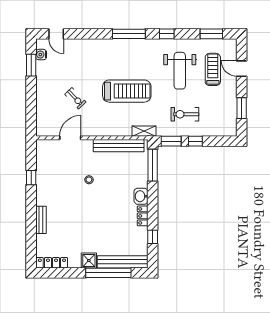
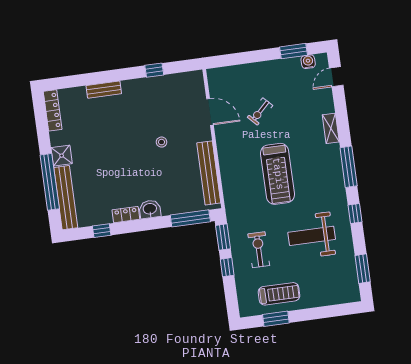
treadmill: (213, 69) -> (279, 294), moved
door: (242, 69) -> (325, 312), removed
shelving: (144, 131) -> (331, 128), moved

